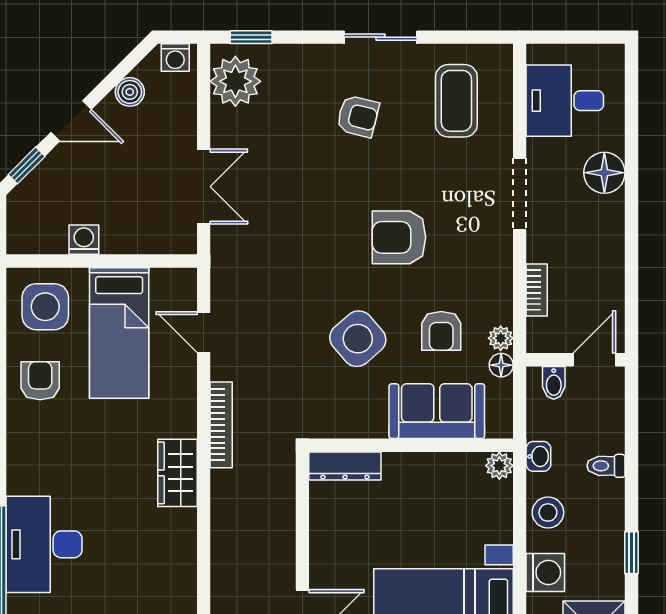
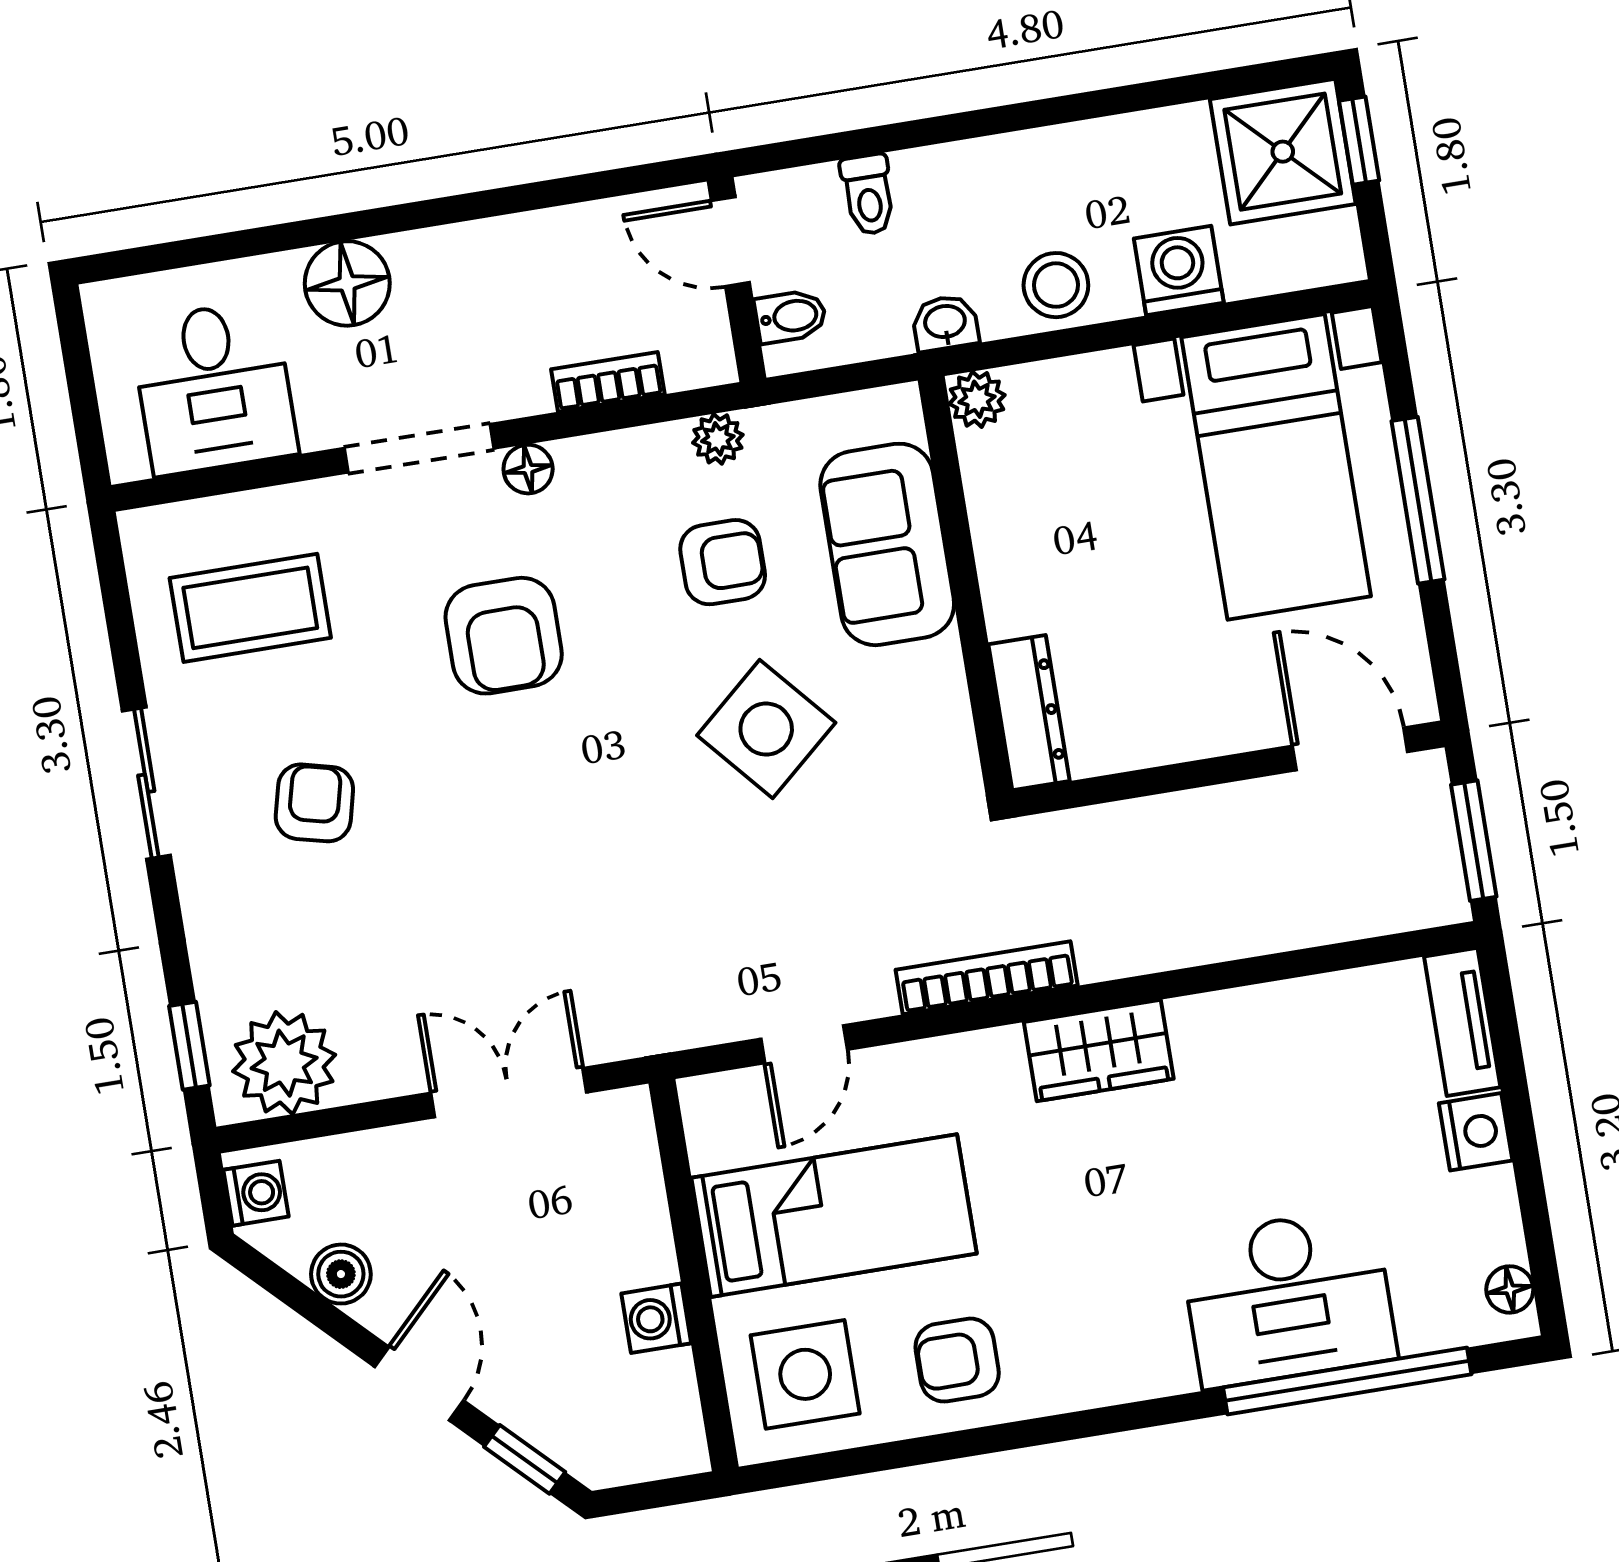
armchair: (399, 237) -> (504, 636), moved
floor lamp: (501, 365) -> (528, 469), moved
toilet: (606, 466) -> (868, 195), moved
window: (632, 553) -> (1110, 102), removed

